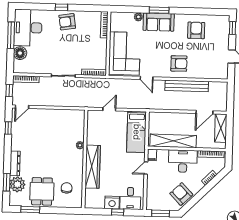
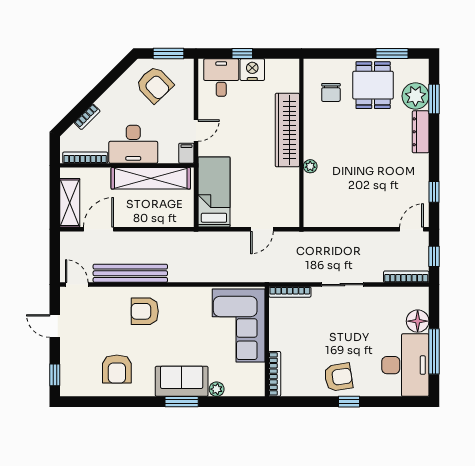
door: (147, 78) -> (77, 285), moved
armchair: (181, 194) -> (155, 84), moved

